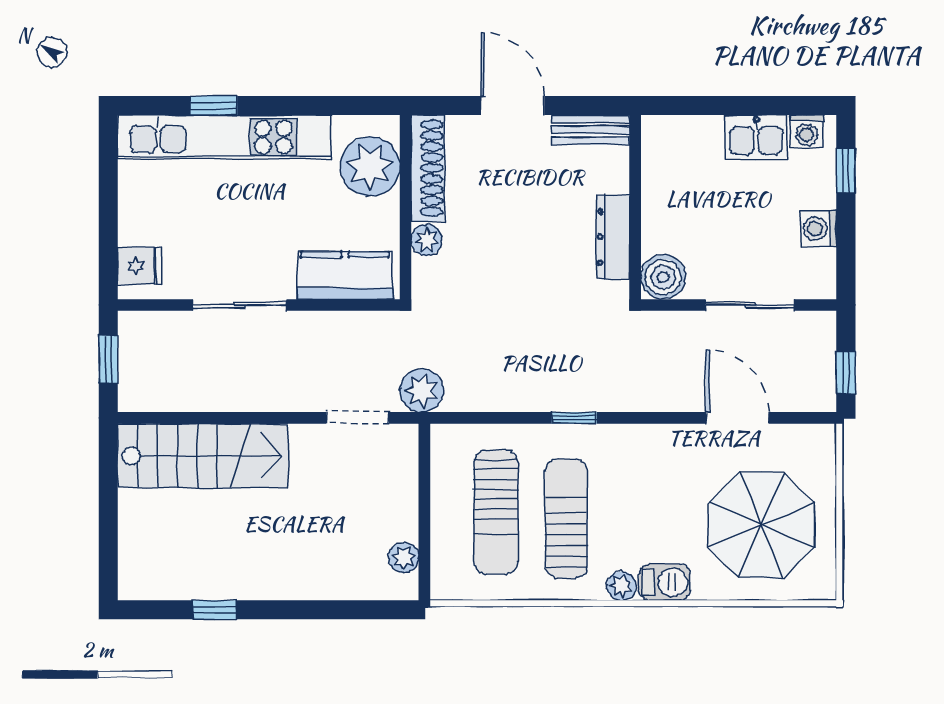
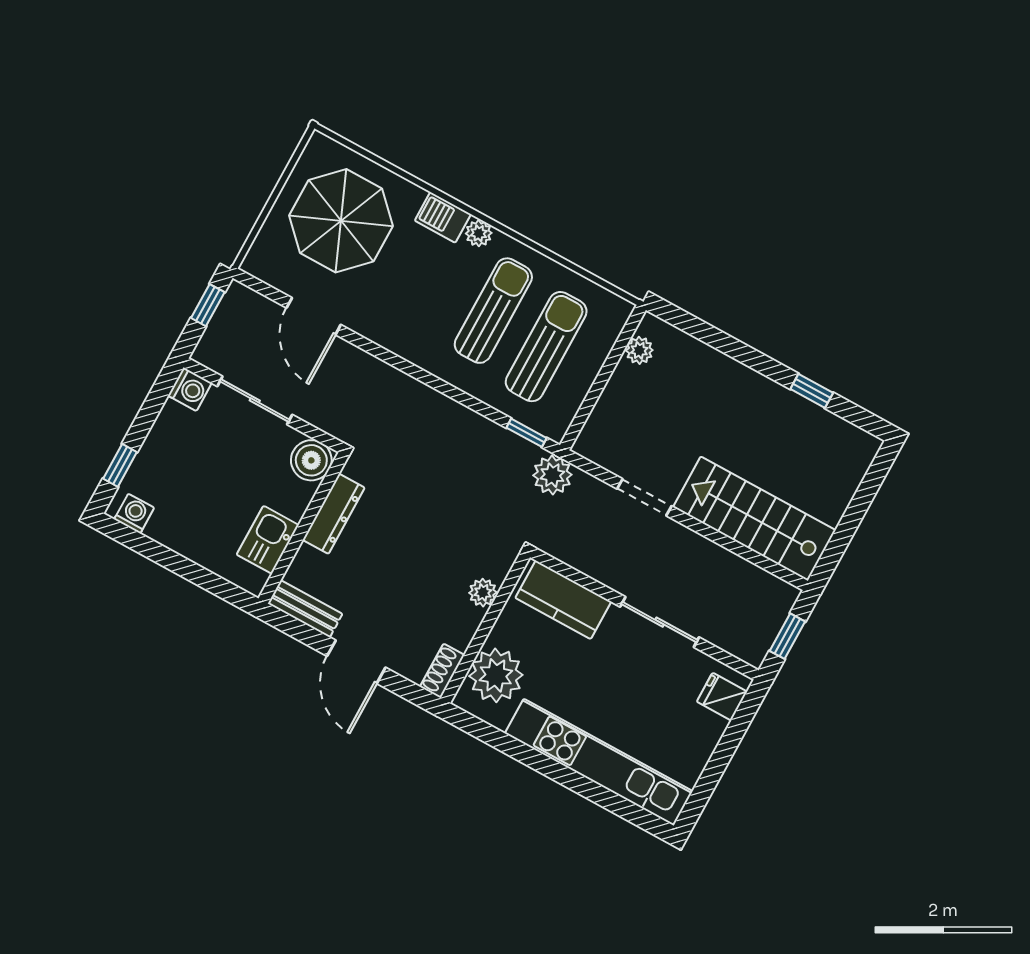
window: (214, 106) -> (593, 792), removed
kitchen sink: (756, 137) -> (268, 540), moved, turned -90
shoe rack: (428, 168) -> (442, 671), width x0.51, depth x0.81
washing machine: (819, 229) -> (190, 389), moved
doorway: (358, 418) -> (644, 497), moved
window: (574, 418) -> (527, 433), moved
sun lounger: (566, 519) -> (493, 311), turned 180

